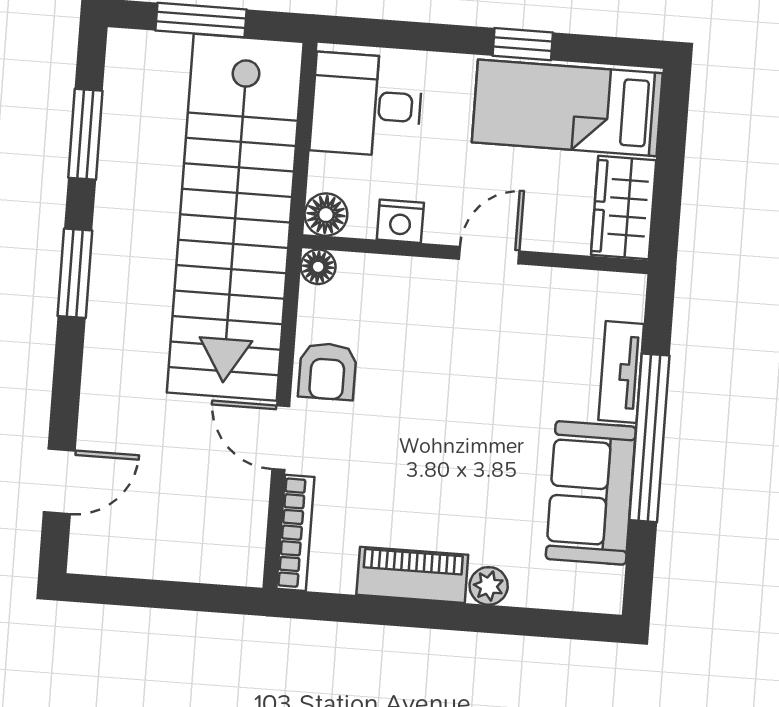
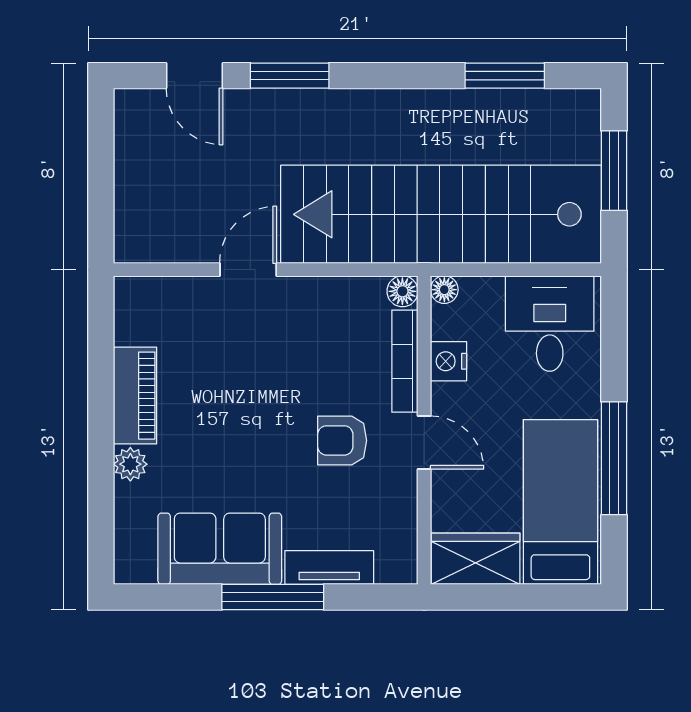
window: (523, 44) -> (614, 458), width x2.17
floor lamp: (326, 215) -> (444, 290), width x0.73, depth x0.73
window: (75, 273) -> (290, 76), moved
armchair: (327, 371) -> (342, 440), moved
window: (649, 438) -> (273, 597), width x0.68
bookcase: (295, 533) -> (405, 361), moved, turned 90

